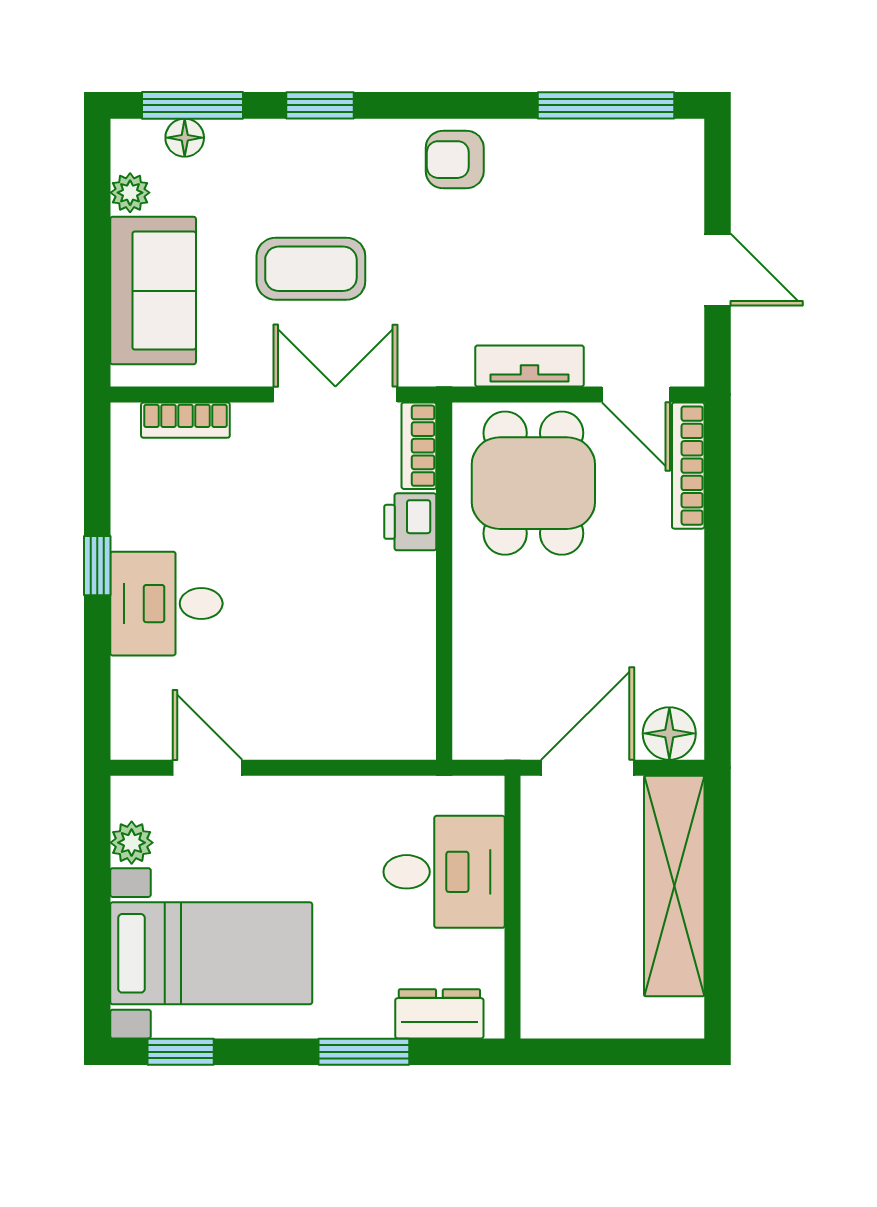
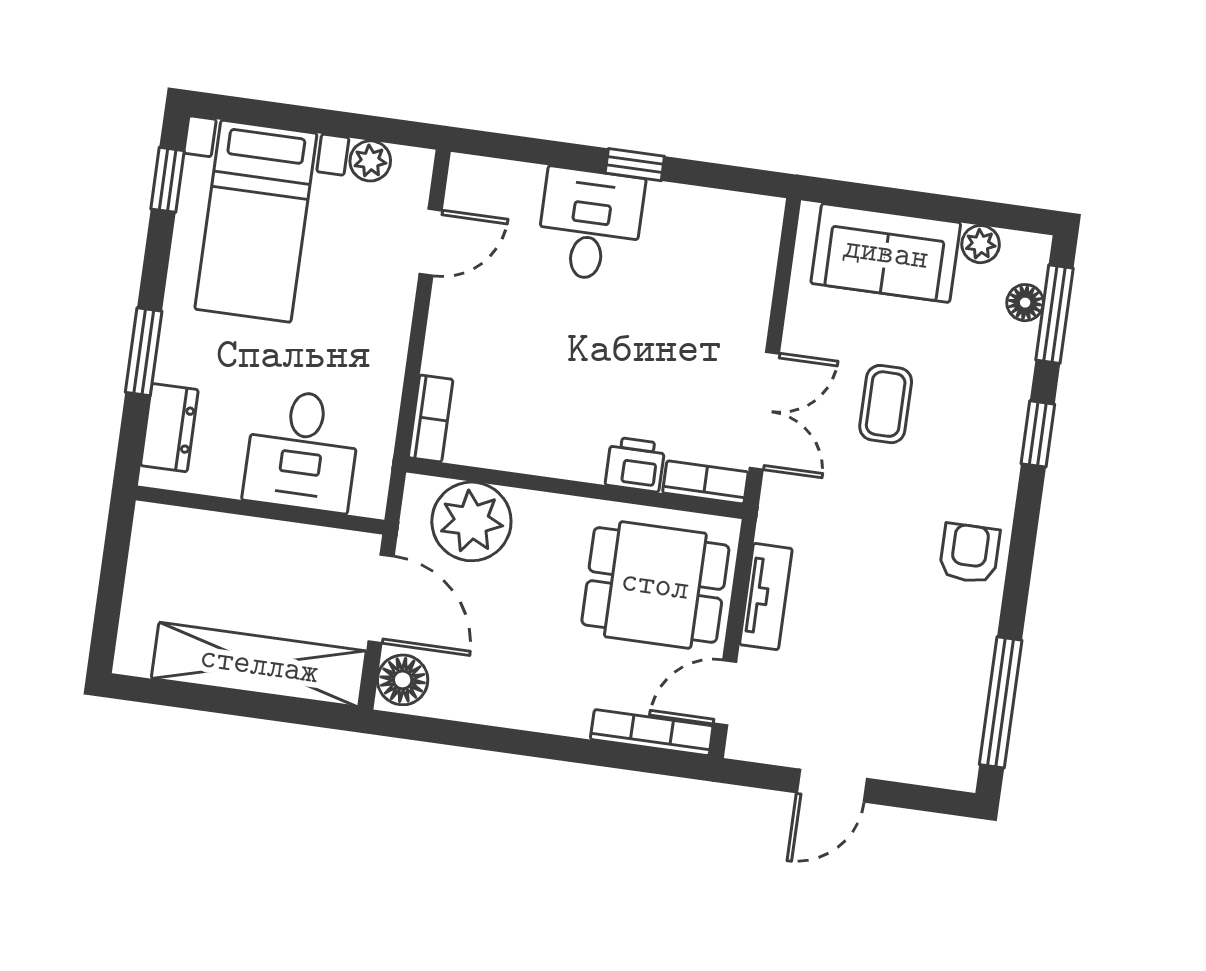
coffee table: (311, 269) -> (886, 404), width x0.73, depth x0.77
bookcase: (185, 420) -> (431, 418), moved, turned 180
plant: (494, 685) -> (471, 521), added

